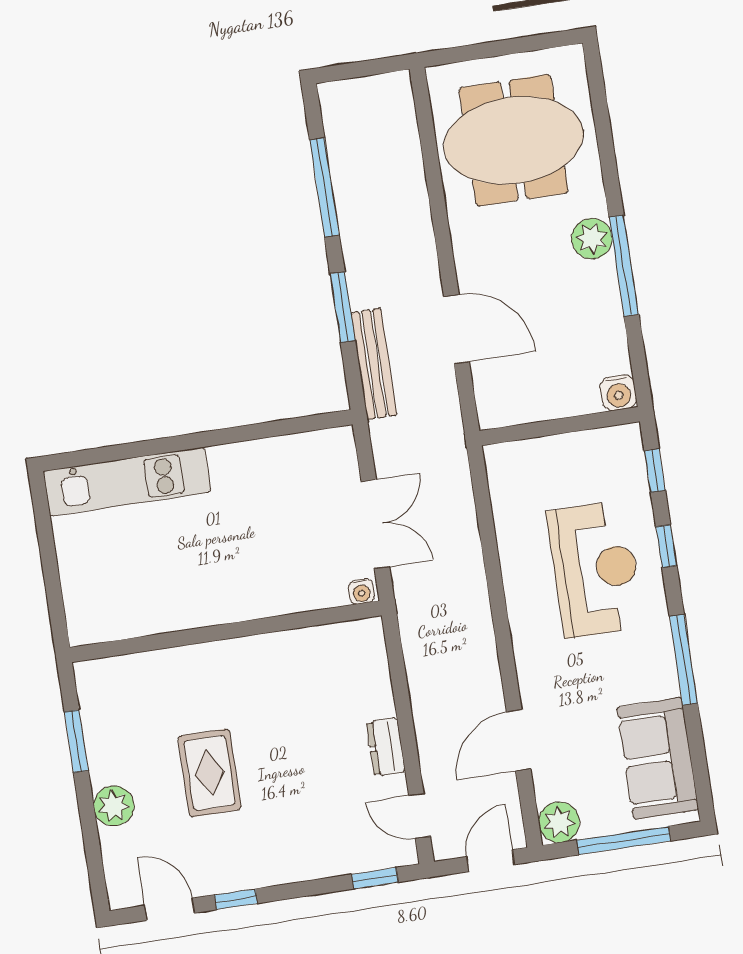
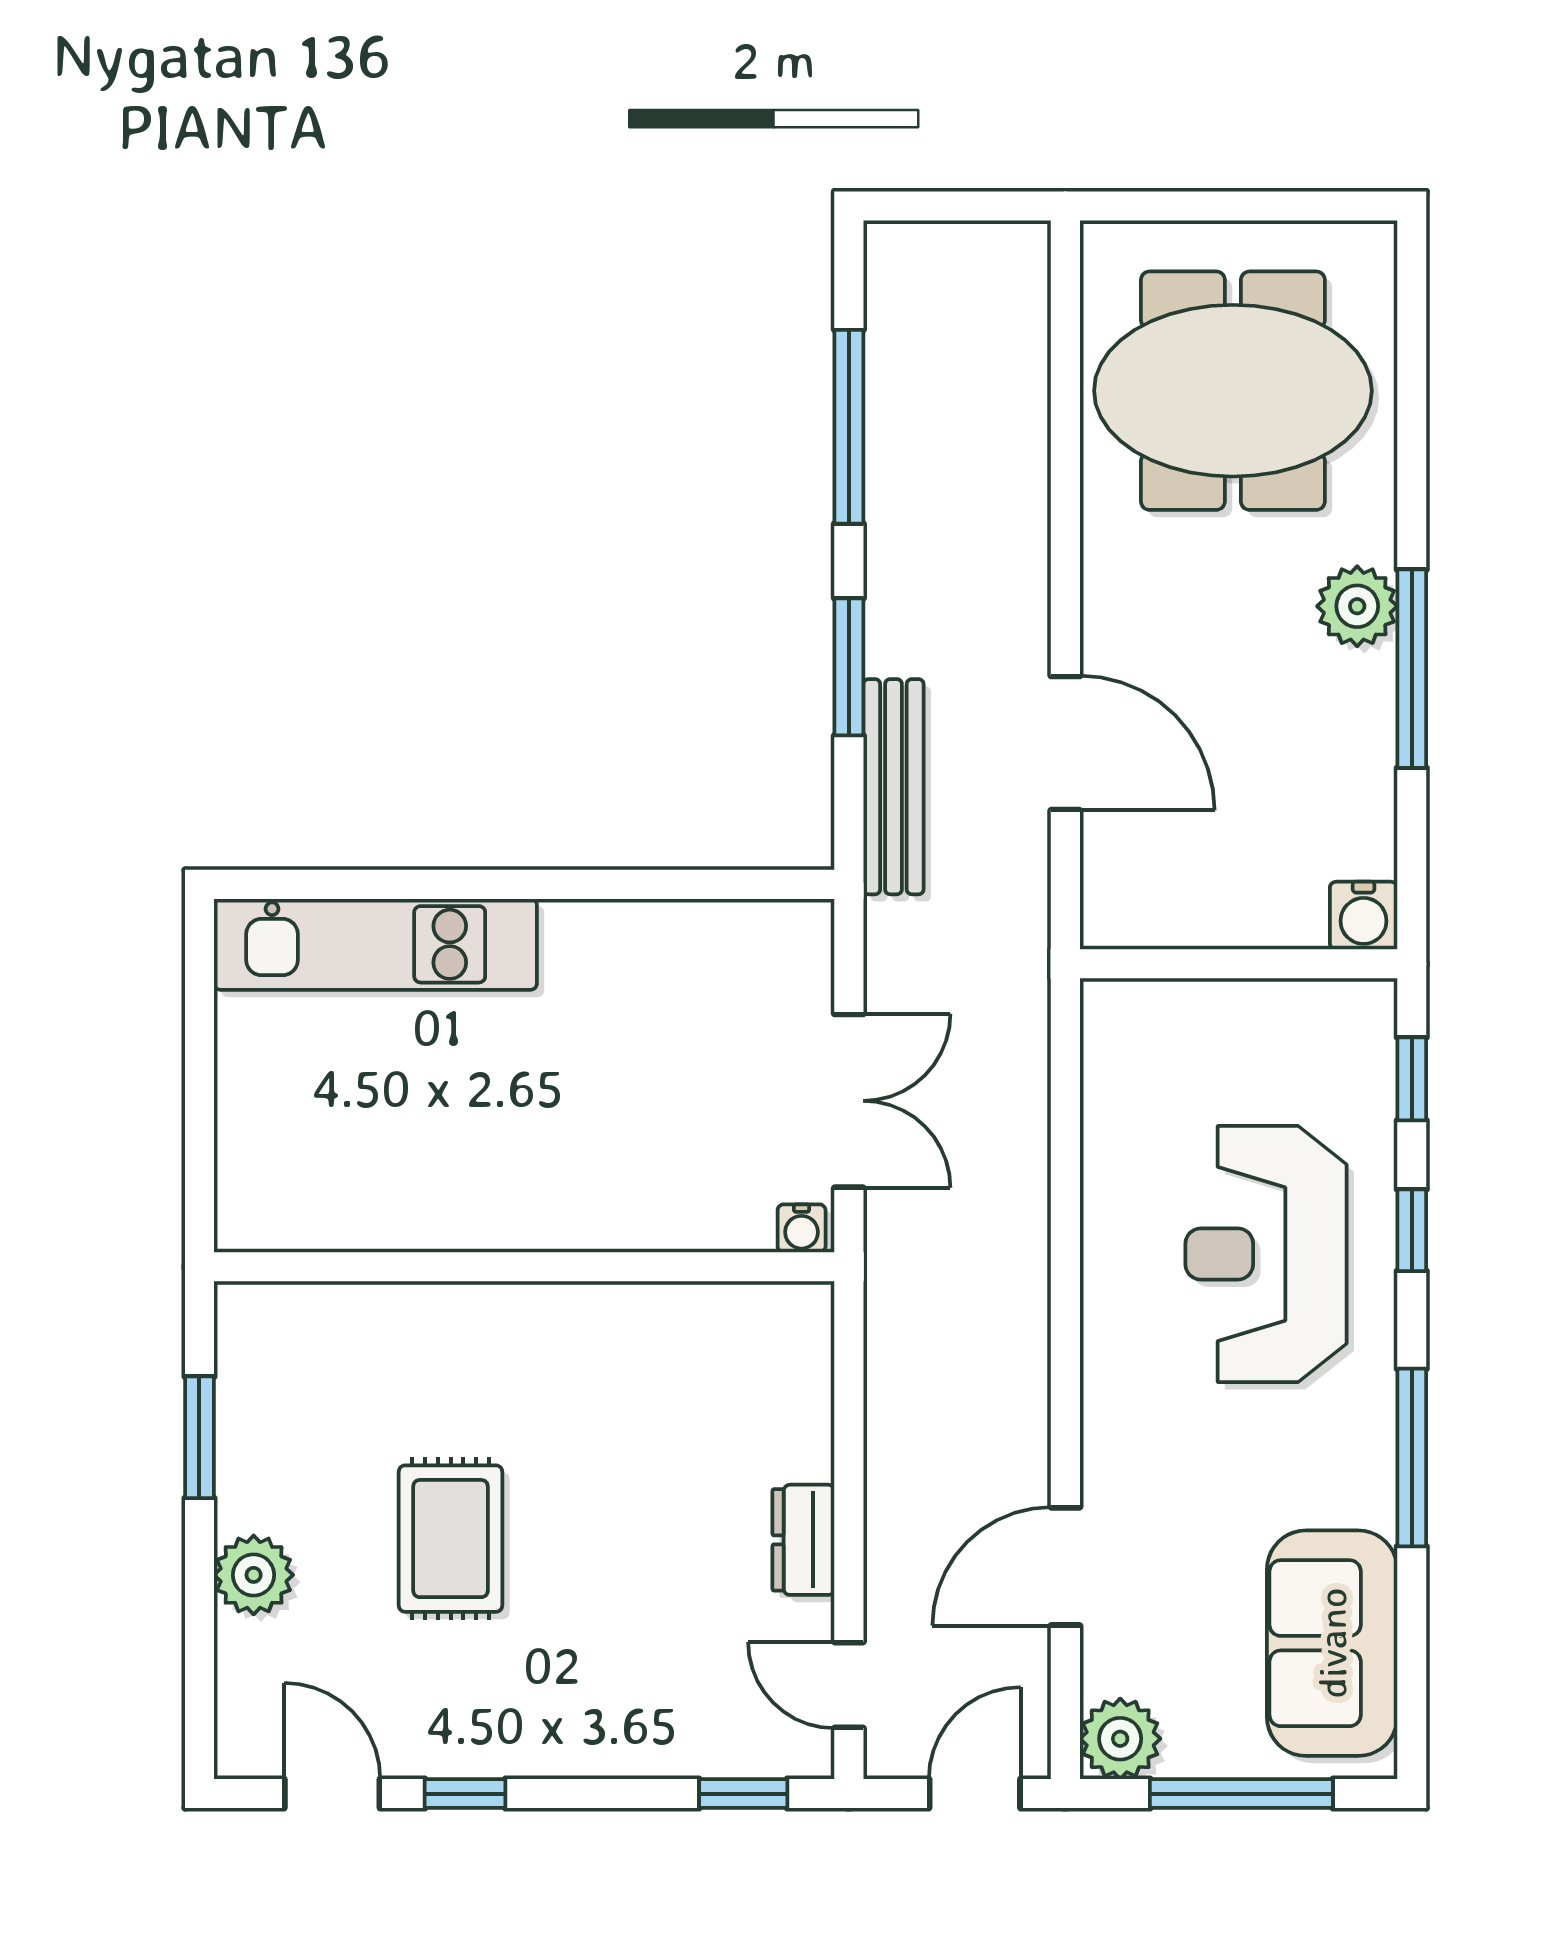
reception desk: (595, 569) -> (1266, 1254), turned 180

